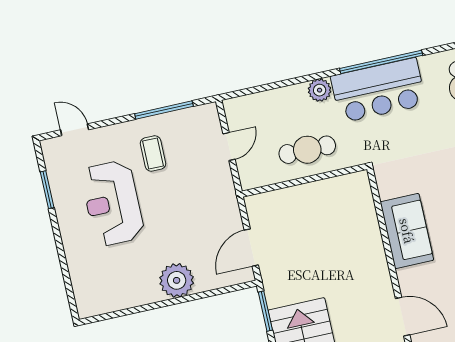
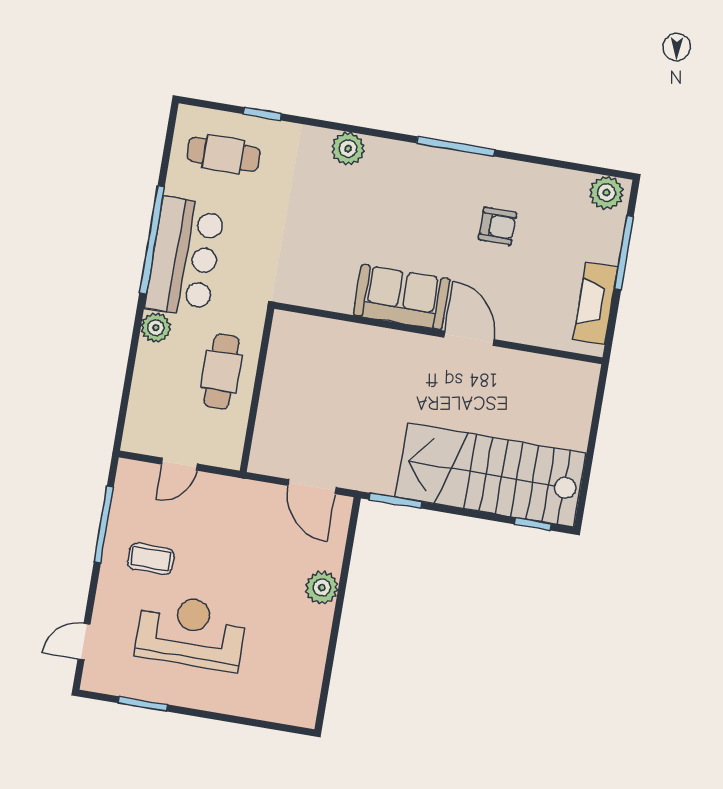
door: (229, 147) -> (180, 464), swing flipped
reception desk: (112, 203) -> (191, 632), turned 180
sofa: (407, 231) -> (402, 297), moved
plant: (177, 280) -> (322, 588), width x0.73, depth x0.73
door: (403, 317) -> (469, 338), hinge flipped

